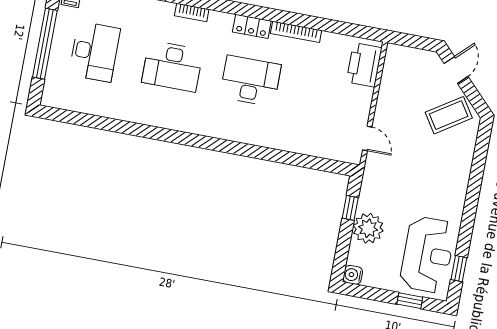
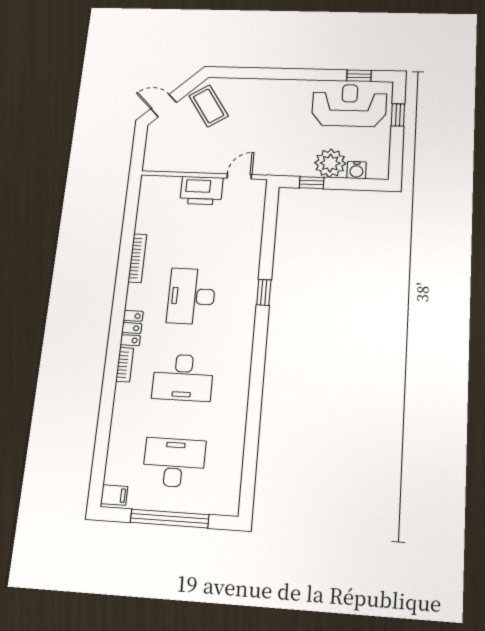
locker: (252, 26) -> (132, 328), moved
printer: (364, 65) -> (201, 191), moved
desk: (172, 66) -> (183, 377), turned 90
window: (245, 150) -> (264, 292), added
water cooler: (353, 275) -> (356, 170), moved

